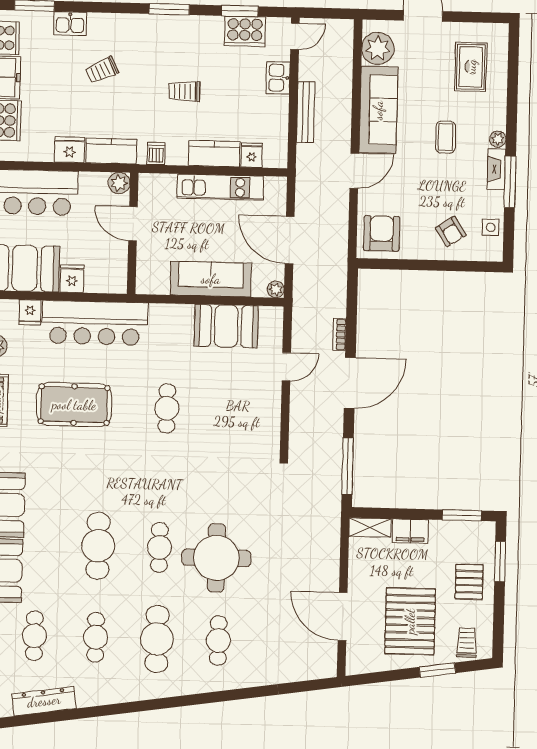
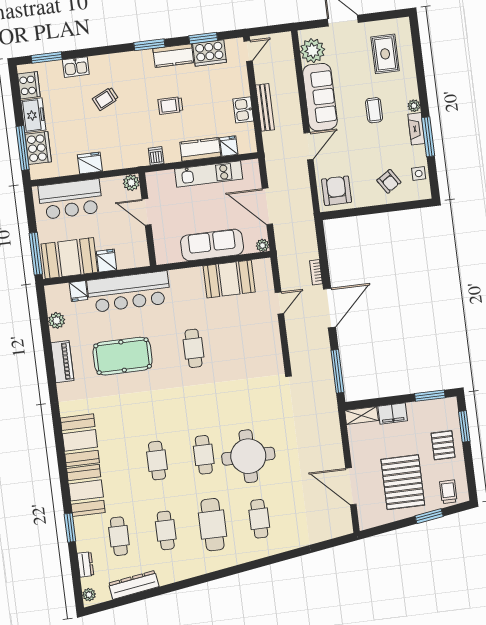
kitchen sink: (278, 78) -> (243, 110), moved
kitchen counter: (111, 151) -> (173, 56), moved, turned 180
cafe table: (98, 546) -> (157, 461), width x0.73, depth x0.74

